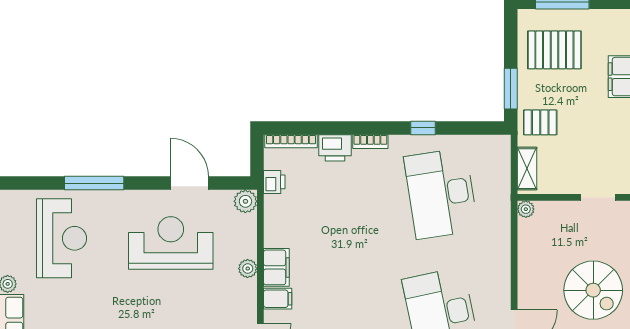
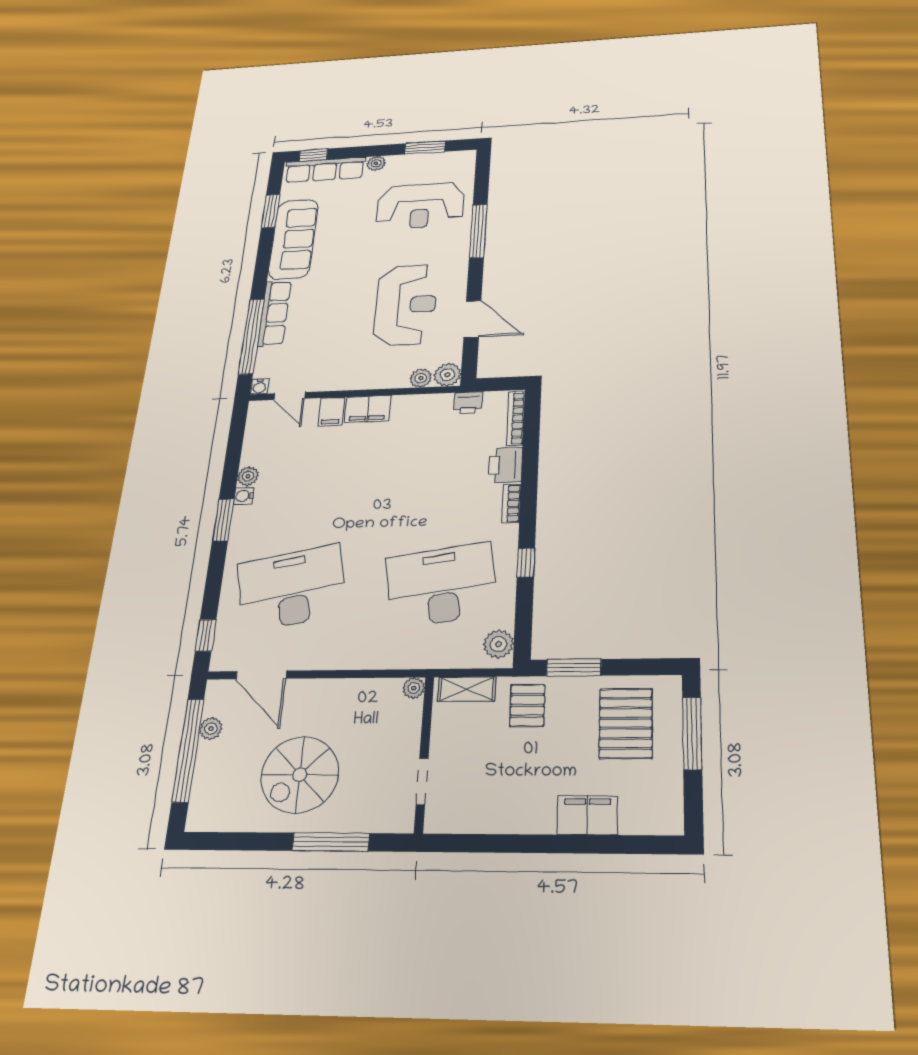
plant: (491, 146) -> (498, 644), added
door: (189, 183) -> (472, 319), hinge flipped
plant: (248, 269) -> (421, 378), moved

